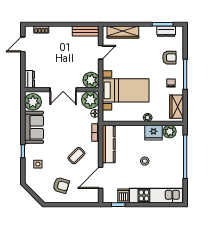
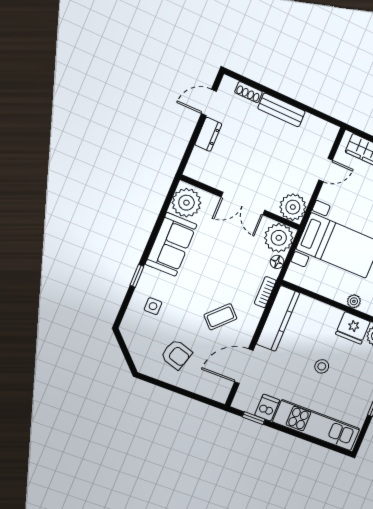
bench: (86, 31) -> (282, 110), moved
dresser: (29, 79) -> (208, 134), moved

